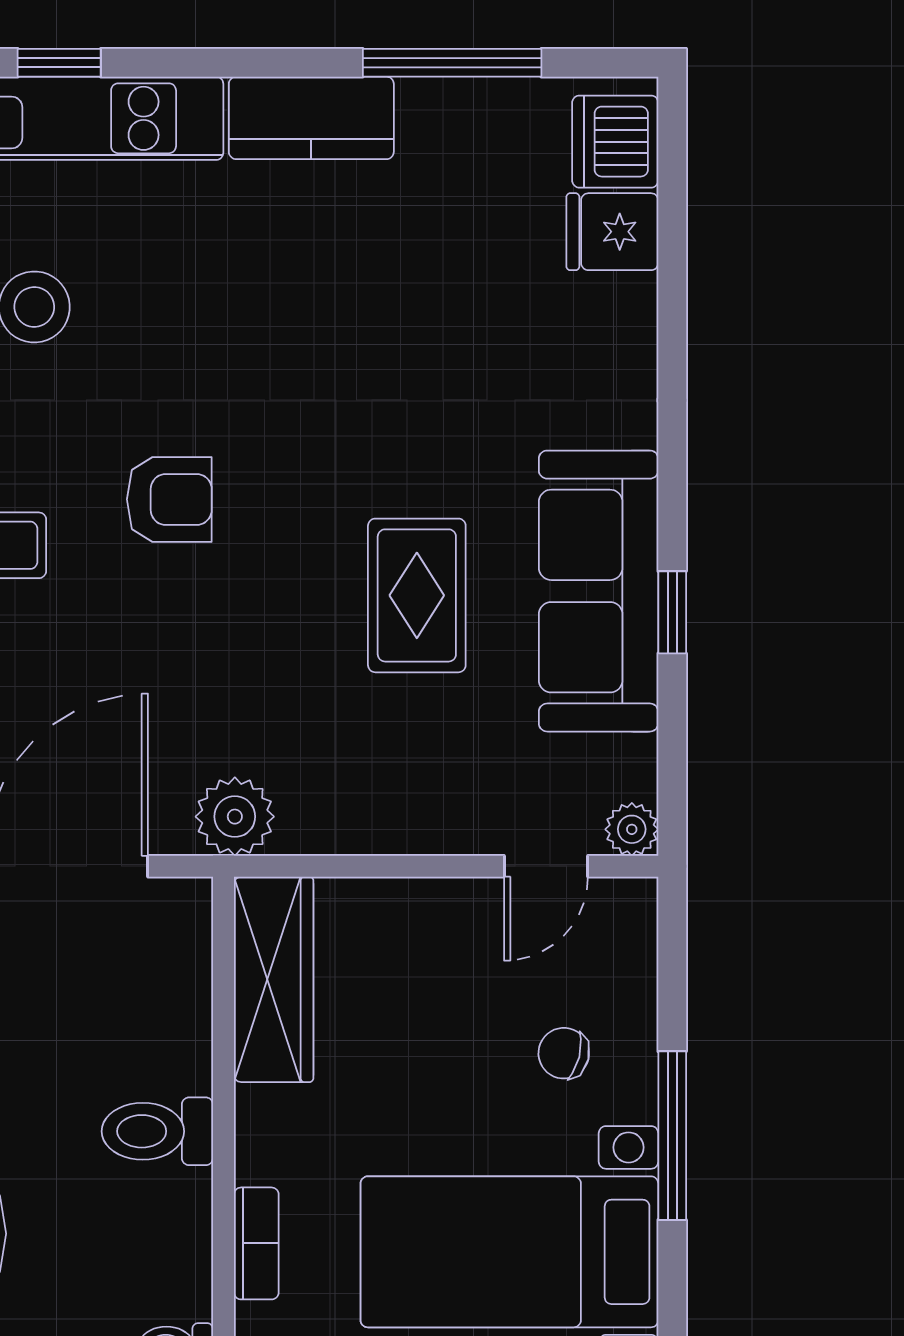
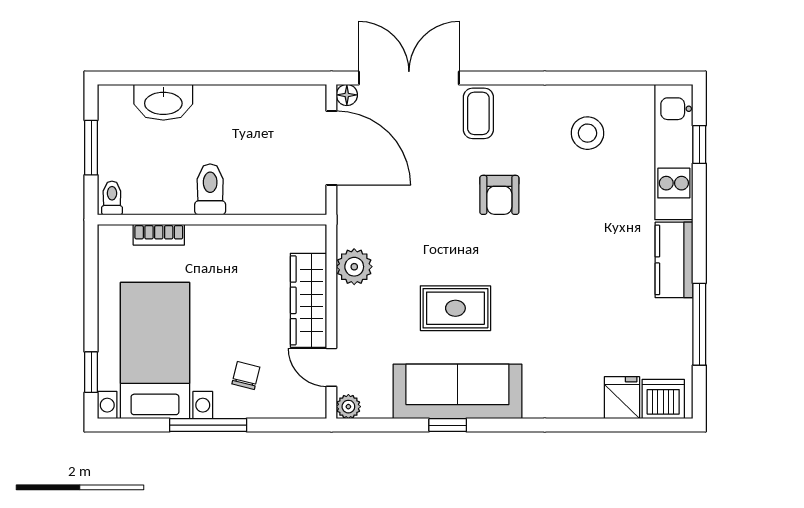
plant: (235, 817) -> (354, 267), moved
wardrobe: (274, 979) -> (309, 300), moved, turned 90

